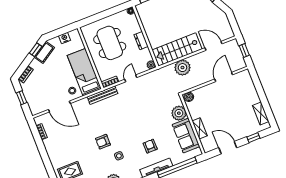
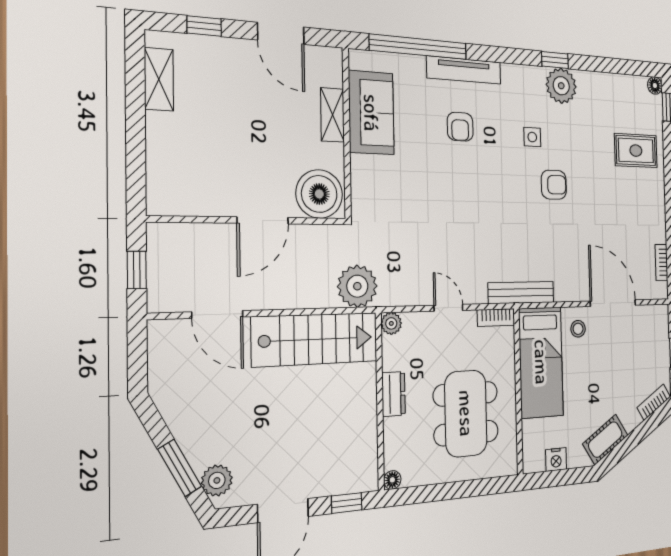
window: (36, 50) -> (620, 452), removed
plant: (182, 68) -> (357, 286), moved
door: (224, 77) -> (263, 220), moved
door: (131, 78) -> (448, 308), swing flipped
boiler: (189, 97) -> (319, 194), width x1.86, depth x1.86
plant: (179, 113) -> (368, 175), removed

